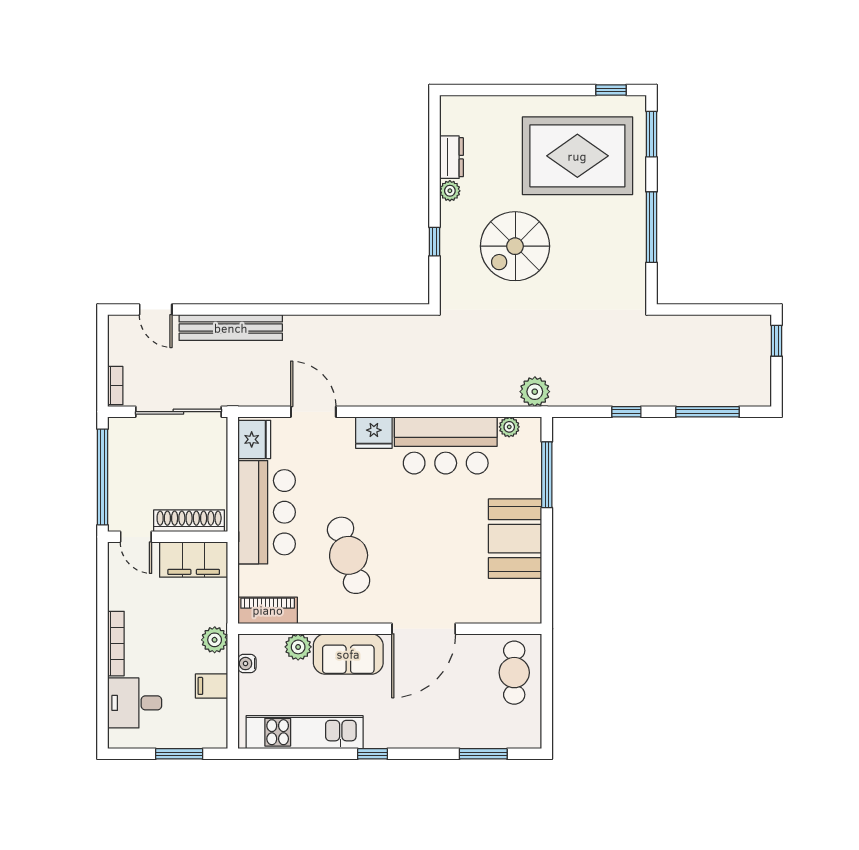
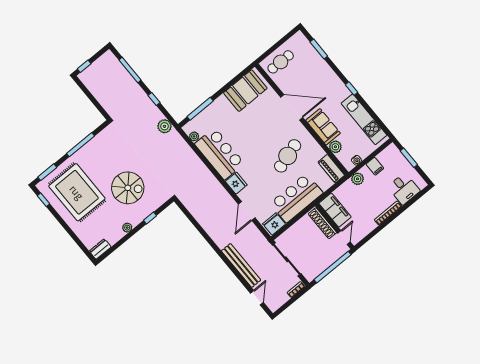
dresser: (452, 157) -> (100, 249), moved
plant: (535, 392) -> (165, 126), moved
booth: (515, 539) -> (245, 91), moved

